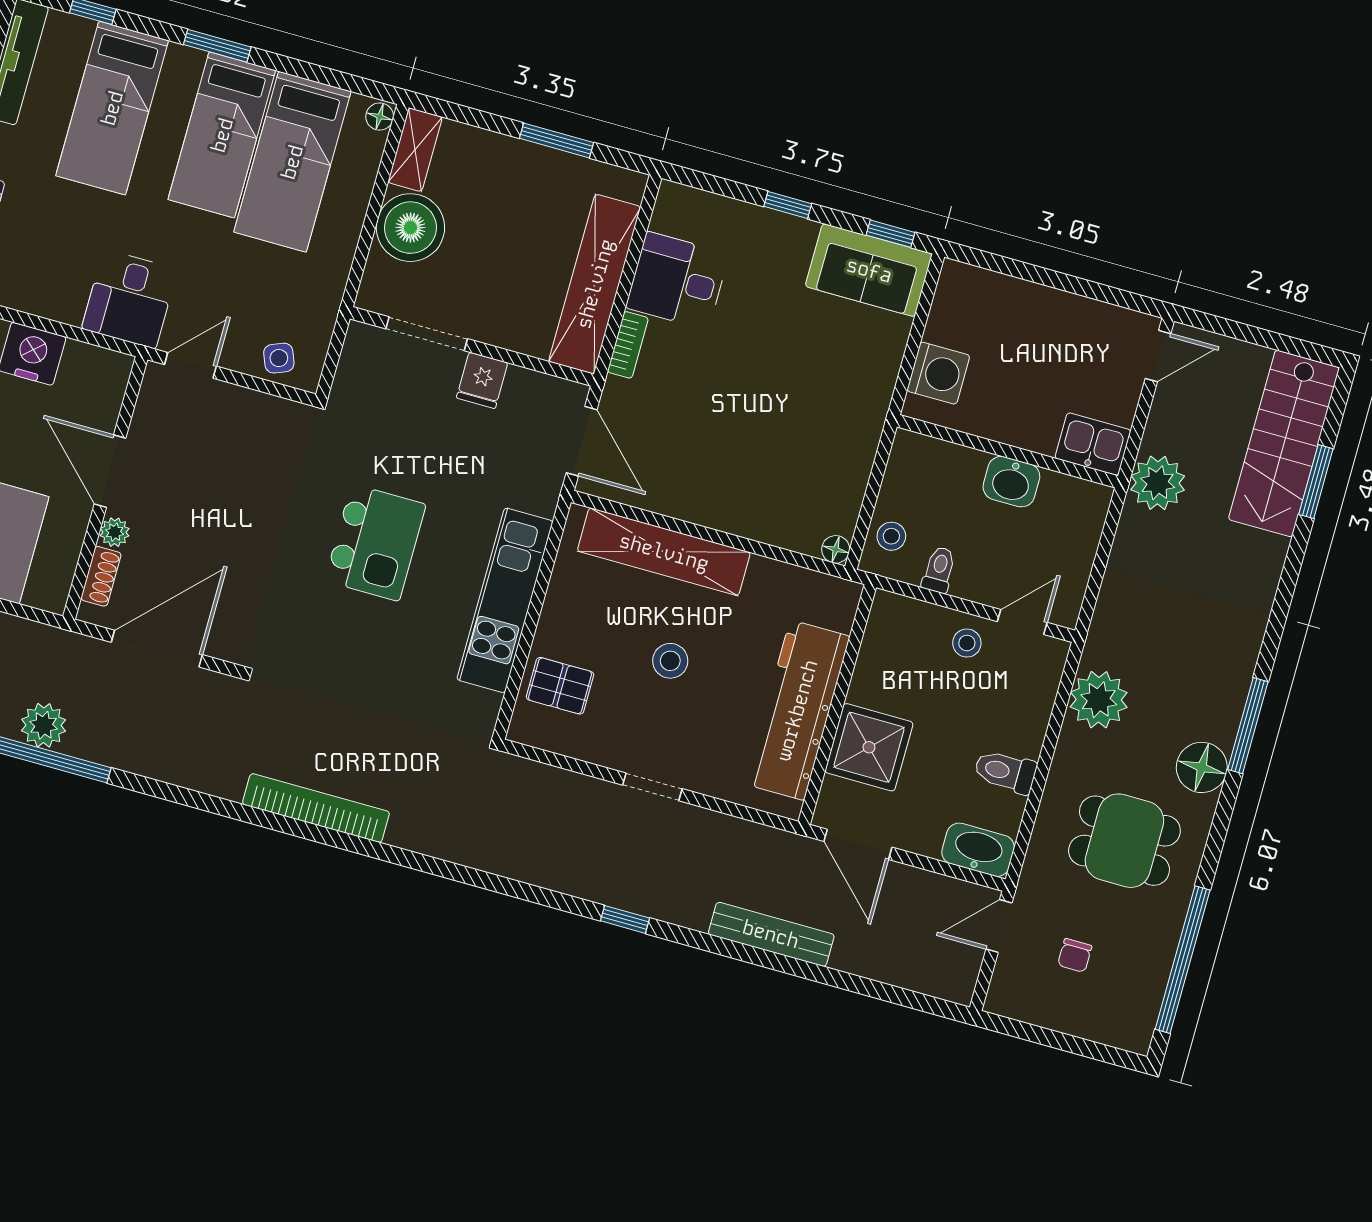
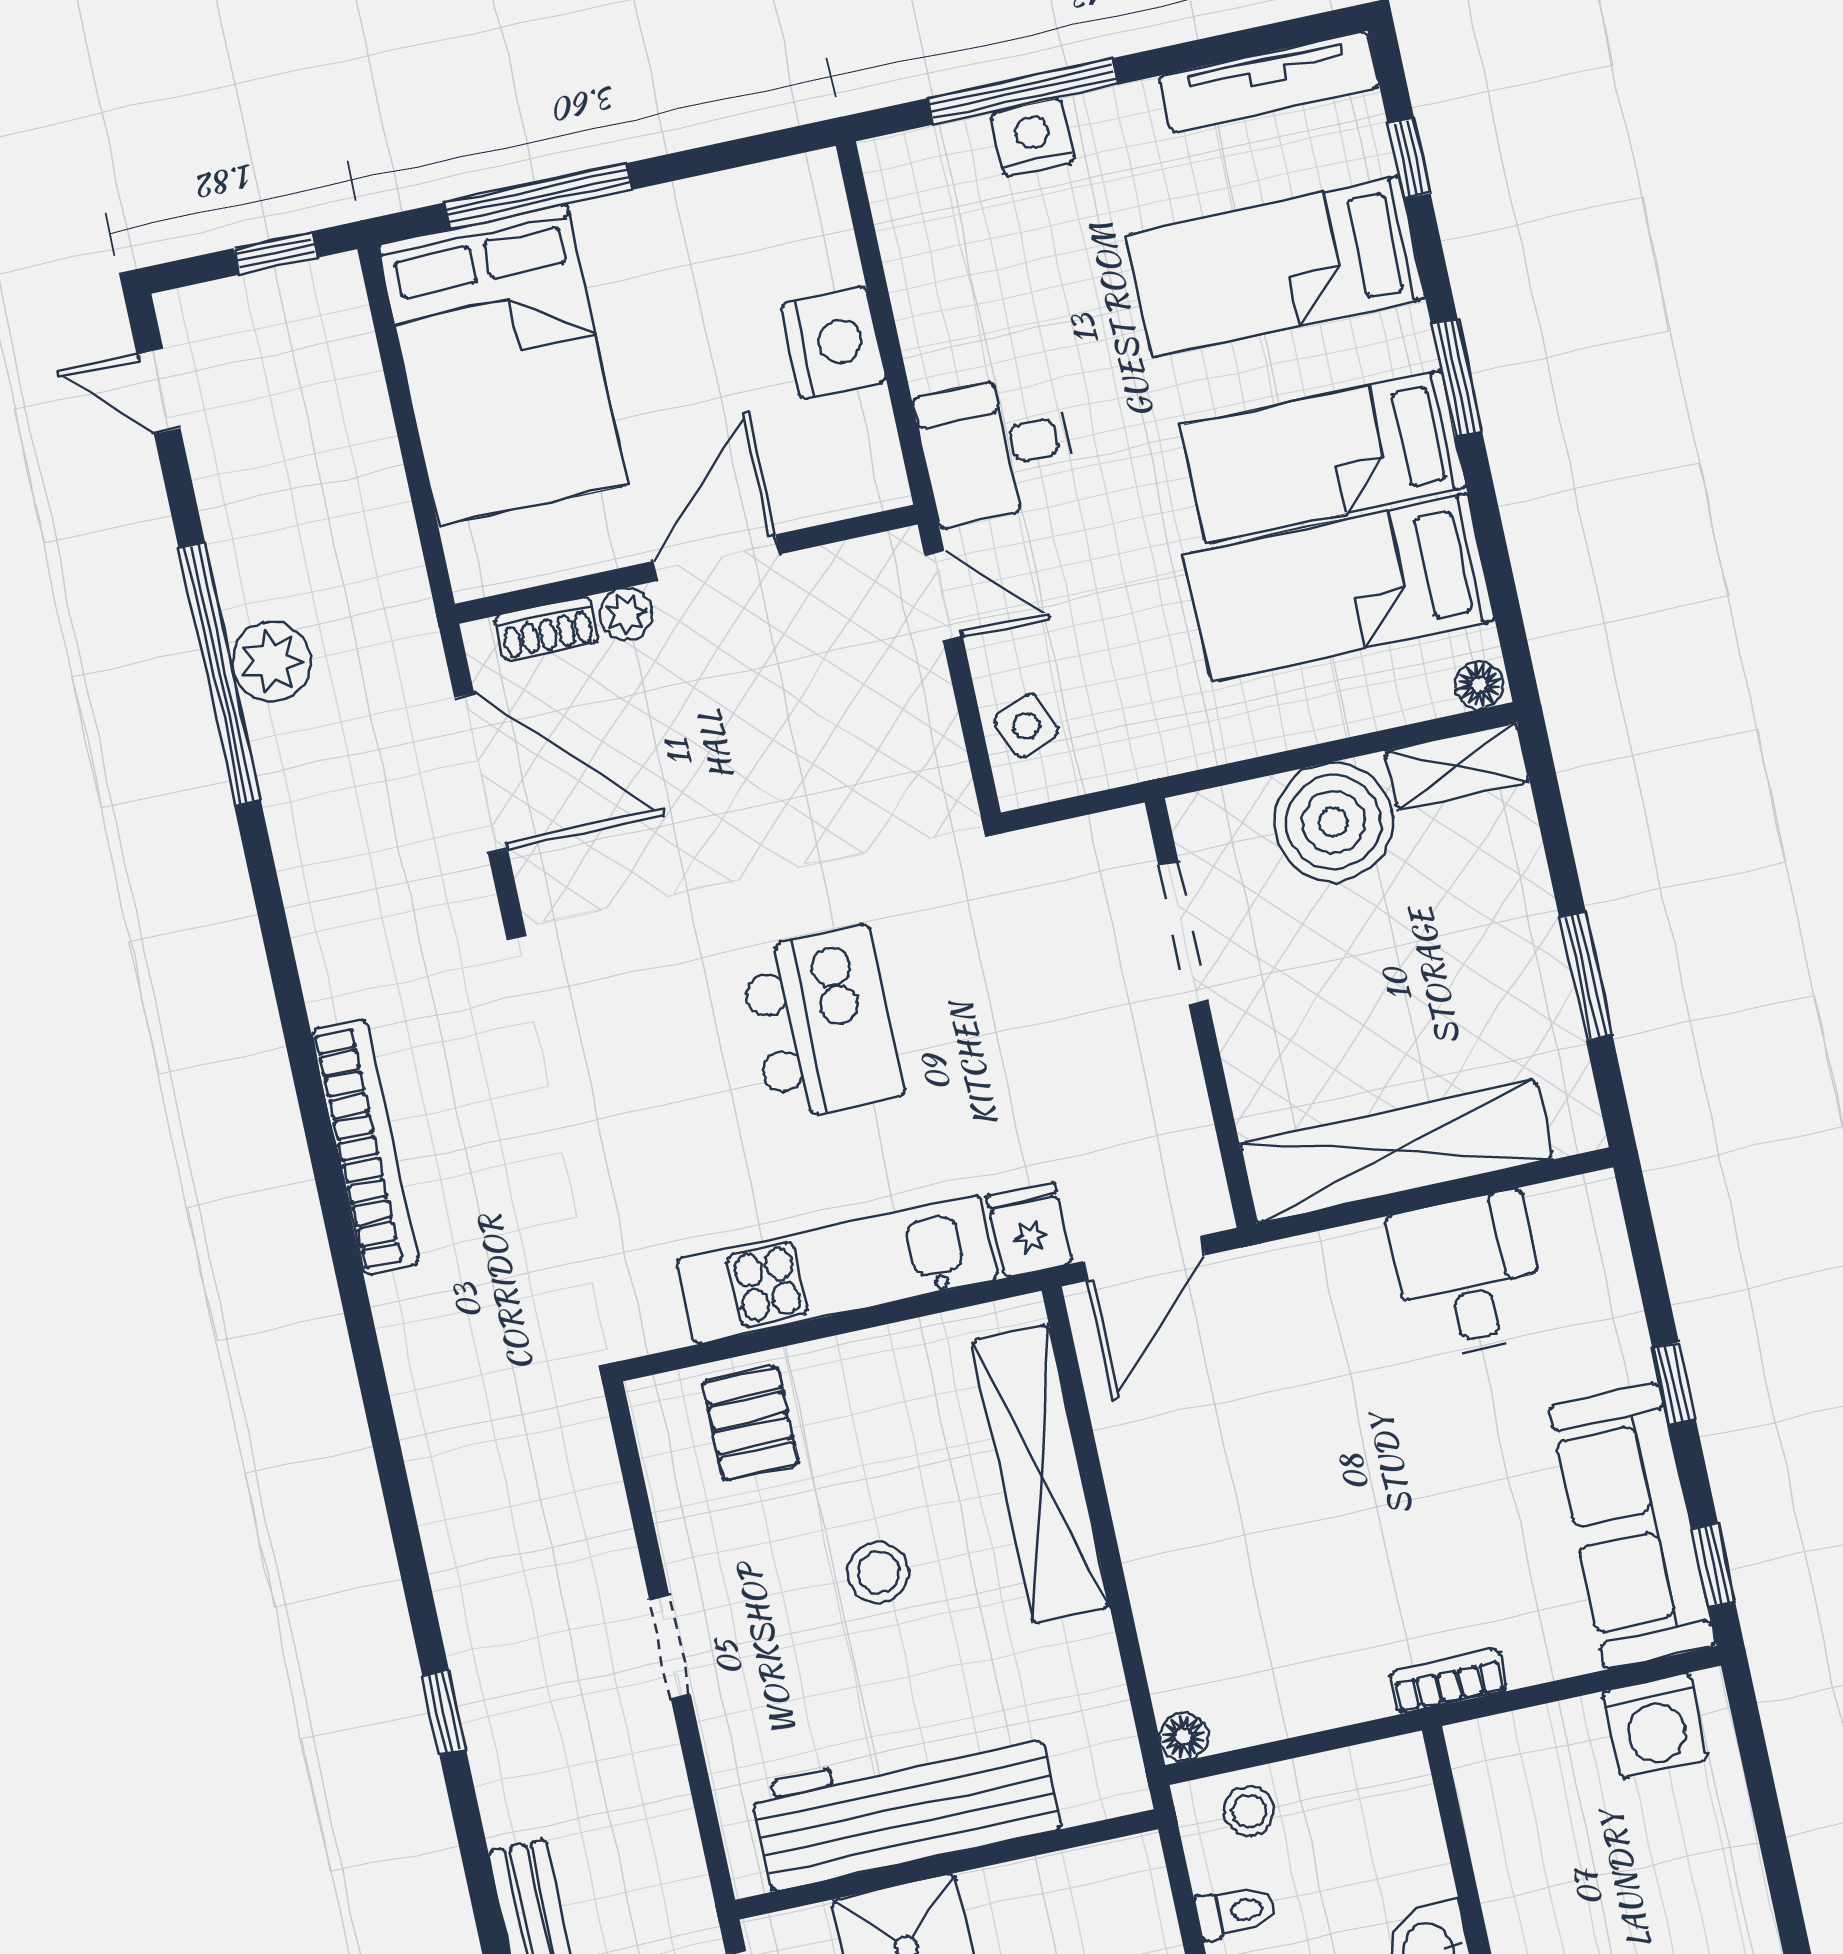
sofa: (869, 270) -> (1632, 1526), width x1.36
bookcase: (628, 345) -> (1448, 1681), moved, turned 180
washing machine: (938, 373) -> (1655, 1726), moved
fridge: (482, 380) -> (1029, 1230), moved, turned 90
kitchen island: (375, 543) -> (821, 1023), turned -90

